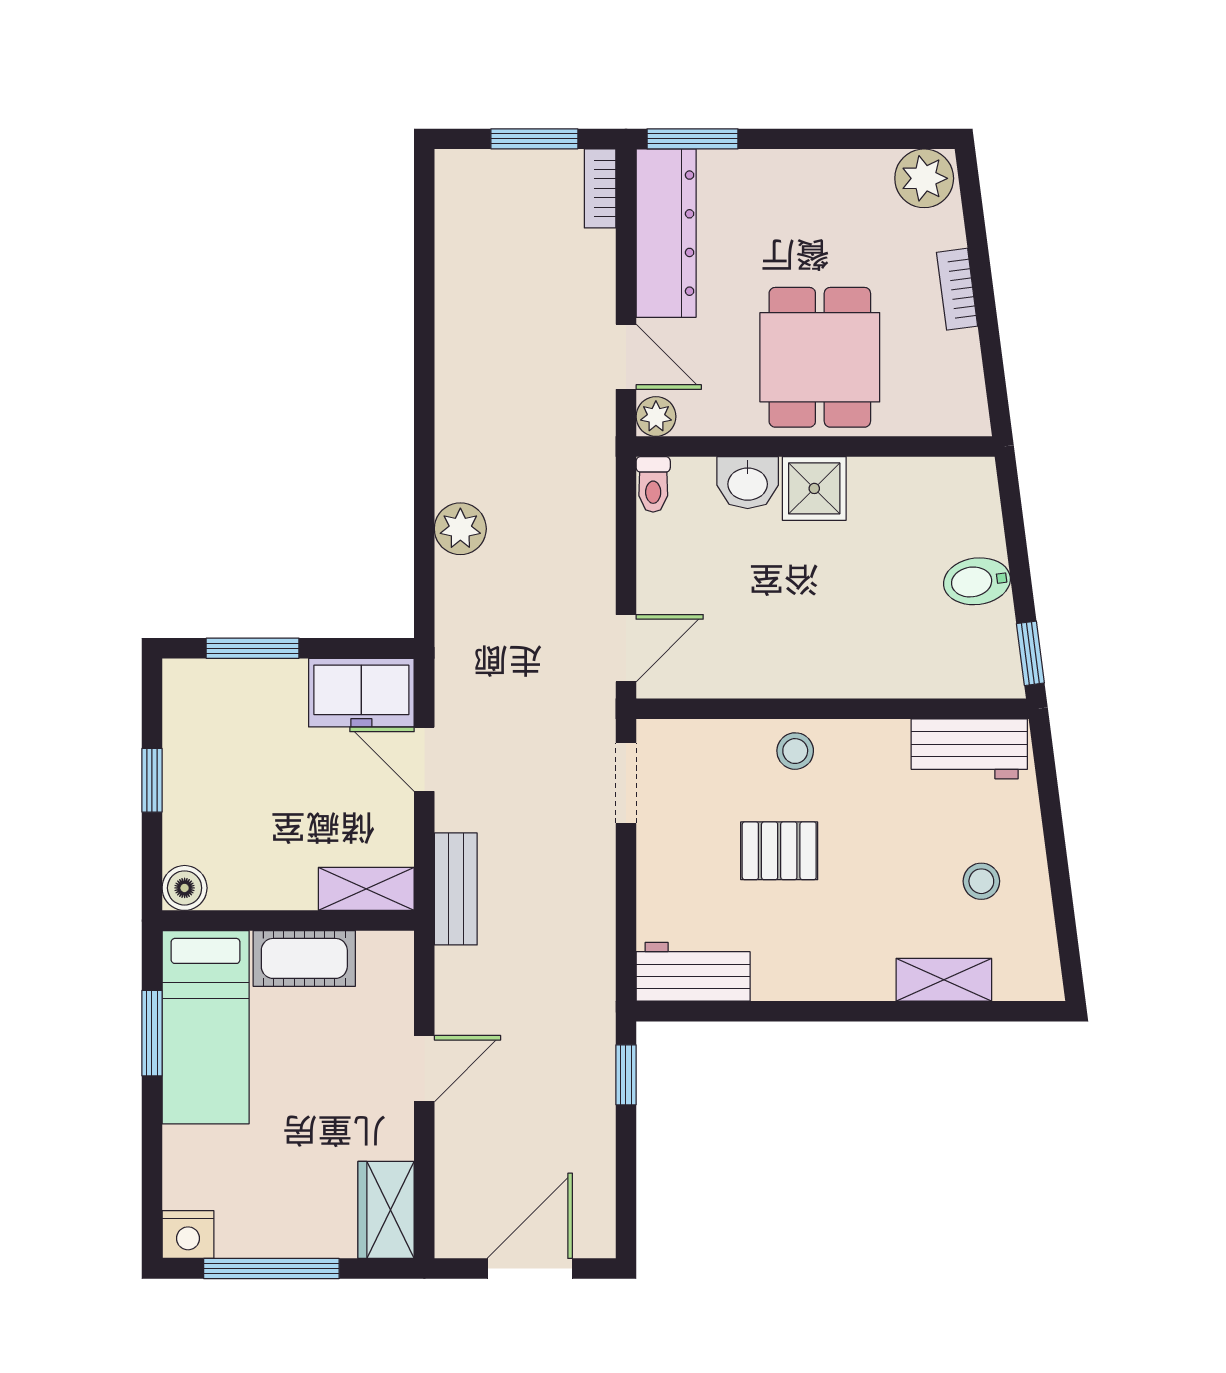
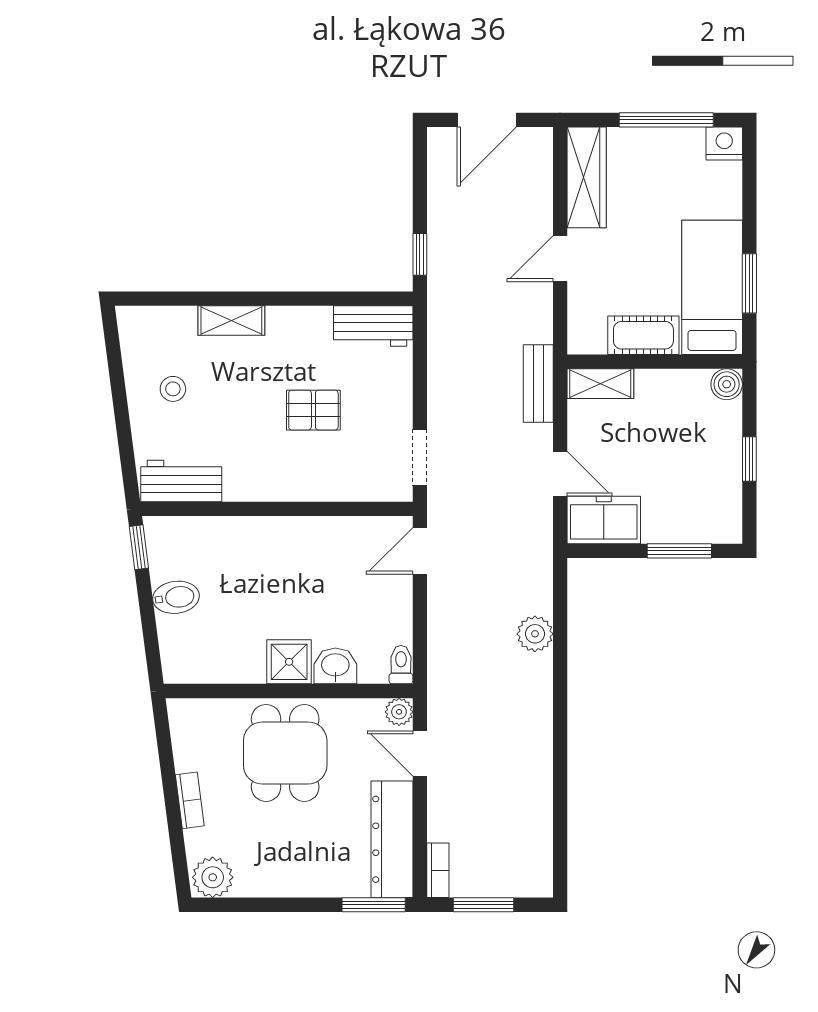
stool: (795, 751) -> (302, 479), removed
shelving: (944, 980) -> (231, 320), moved
wardrobe: (386, 1210) -> (587, 177), width x1.50

